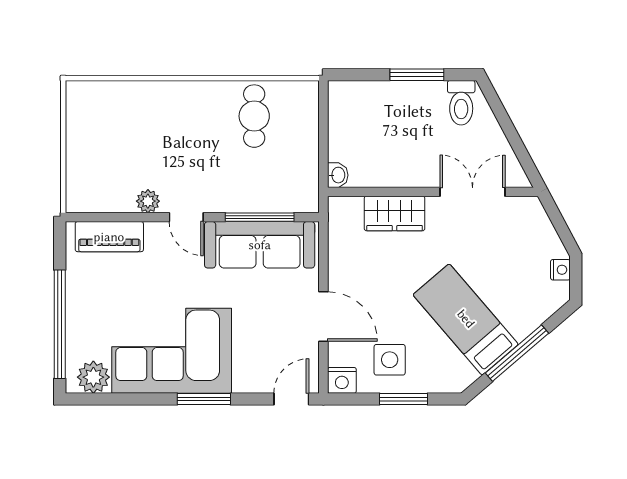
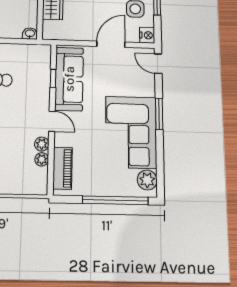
plant: (123, 202) -> (42, 159), added
door: (186, 217) -> (52, 121), hinge flipped
window: (260, 217) -> (53, 78), width x0.46

